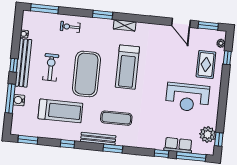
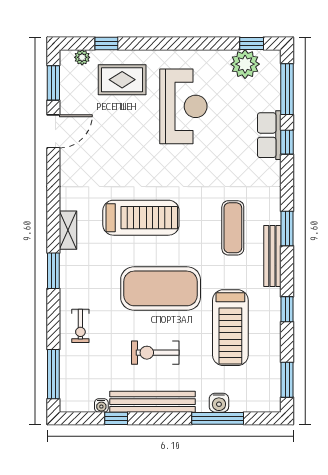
window: (14, 65) -> (116, 418), moved
treadmill: (60, 111) -> (230, 328), turned 180
row of seats: (178, 145) -> (269, 135), moved

